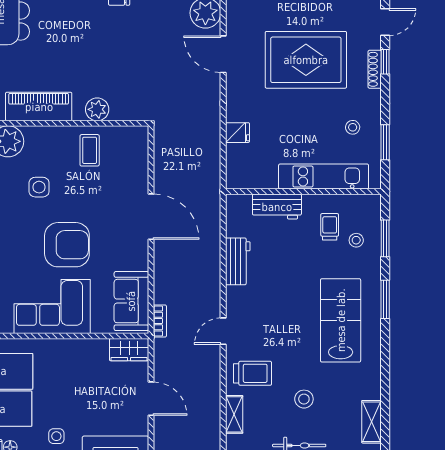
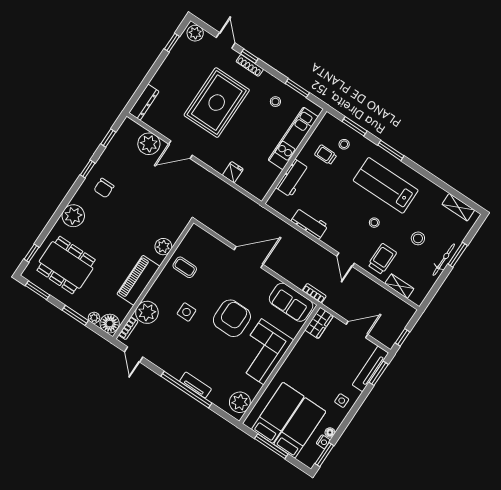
stool: (289, 336) -> (374, 223), added

